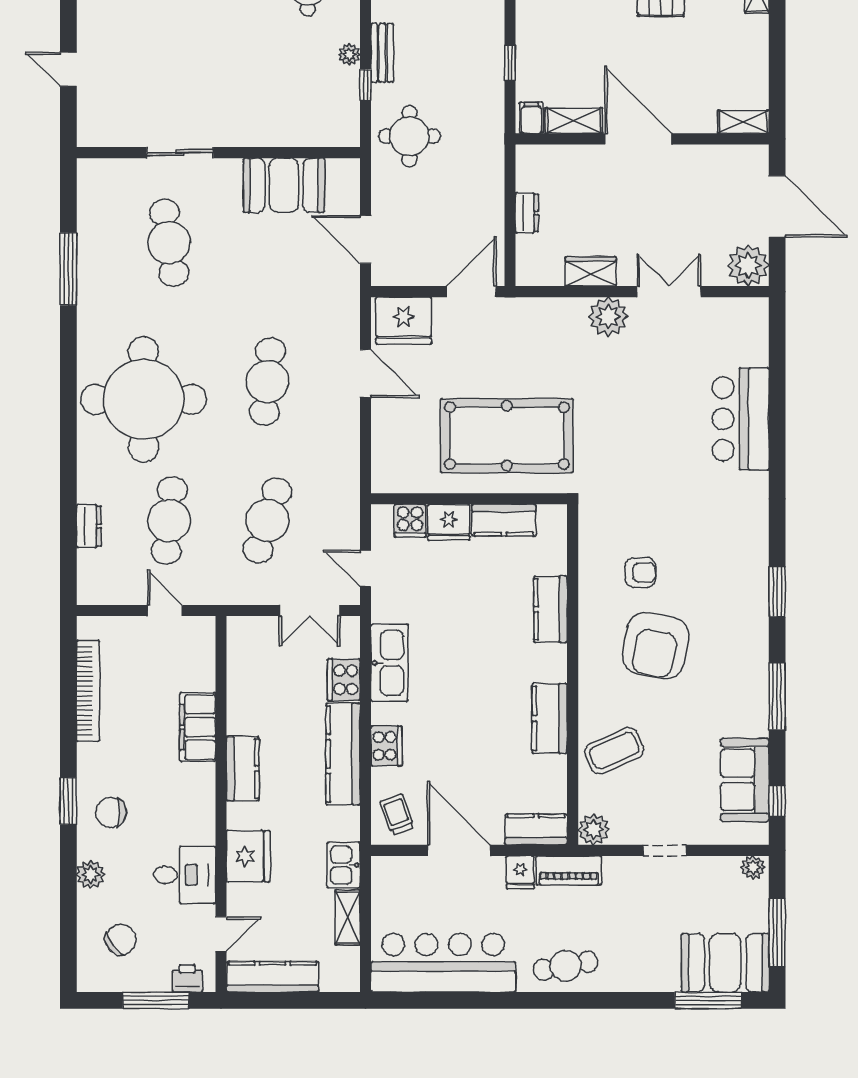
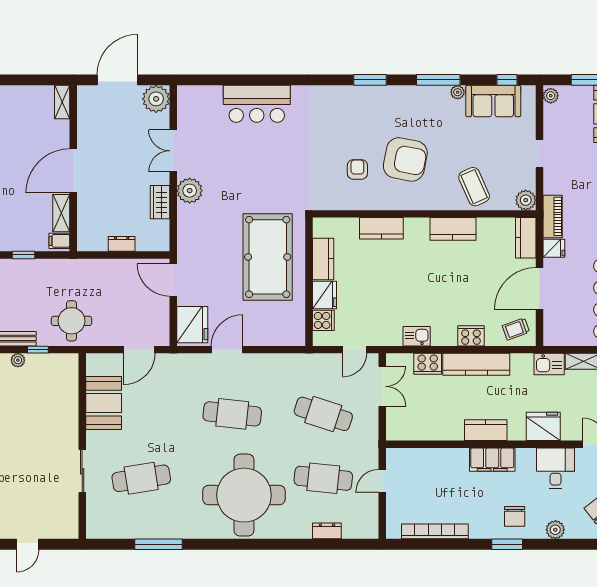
kitchen sink: (389, 663) -> (417, 336), width x0.53, depth x0.81
plant: (758, 725) -> (458, 92), added
filing cabinet: (198, 727) -> (492, 460), moved

